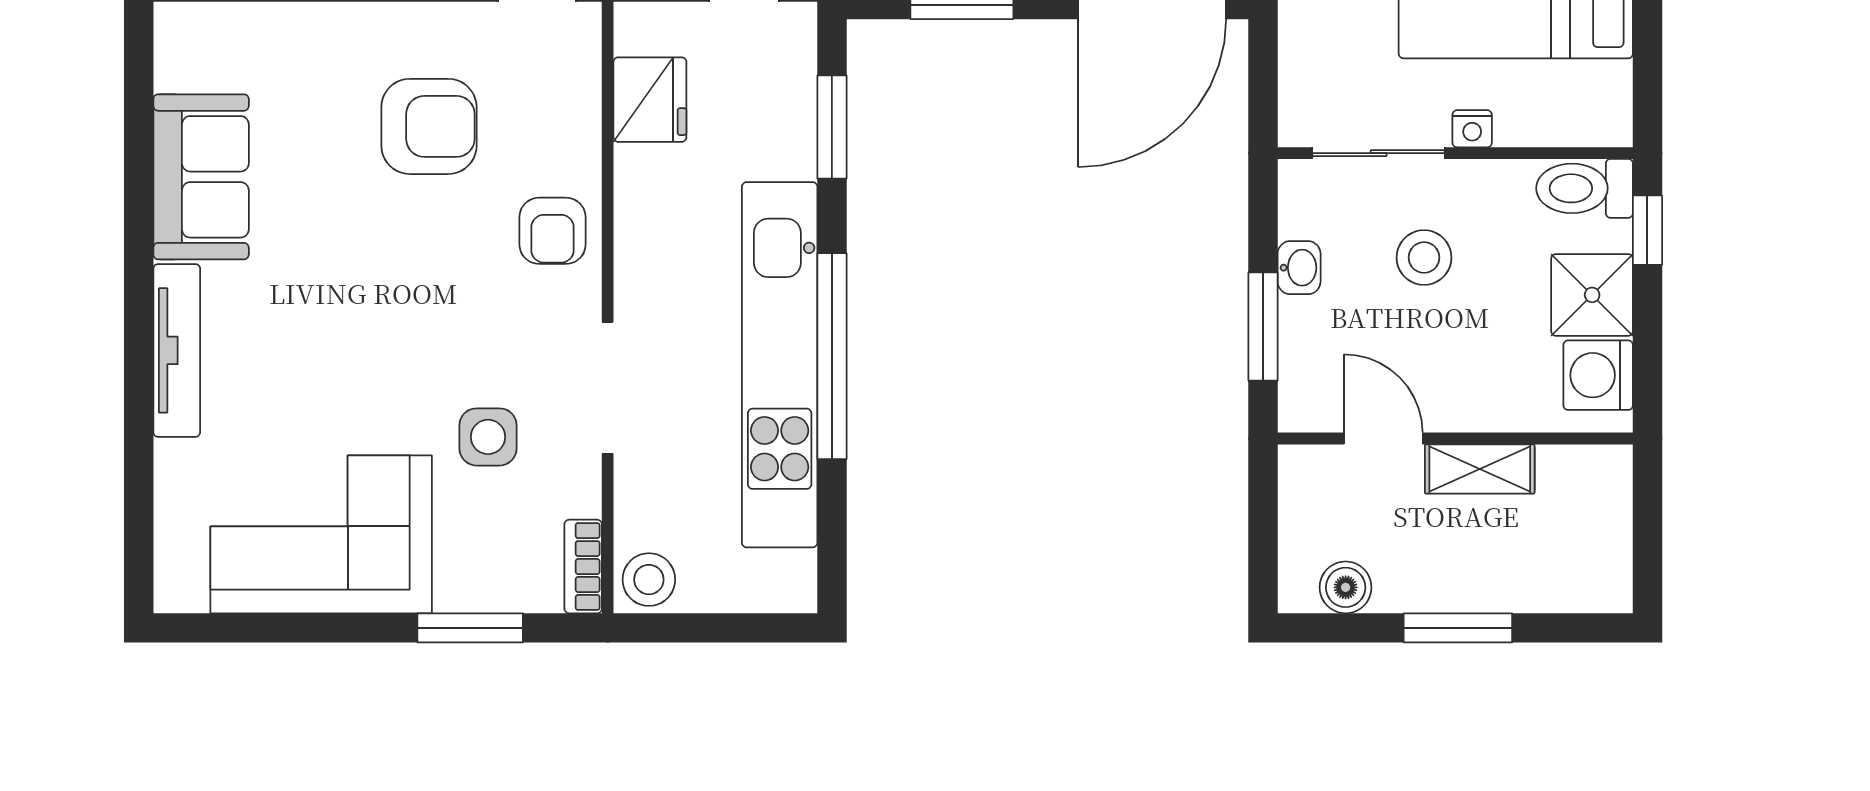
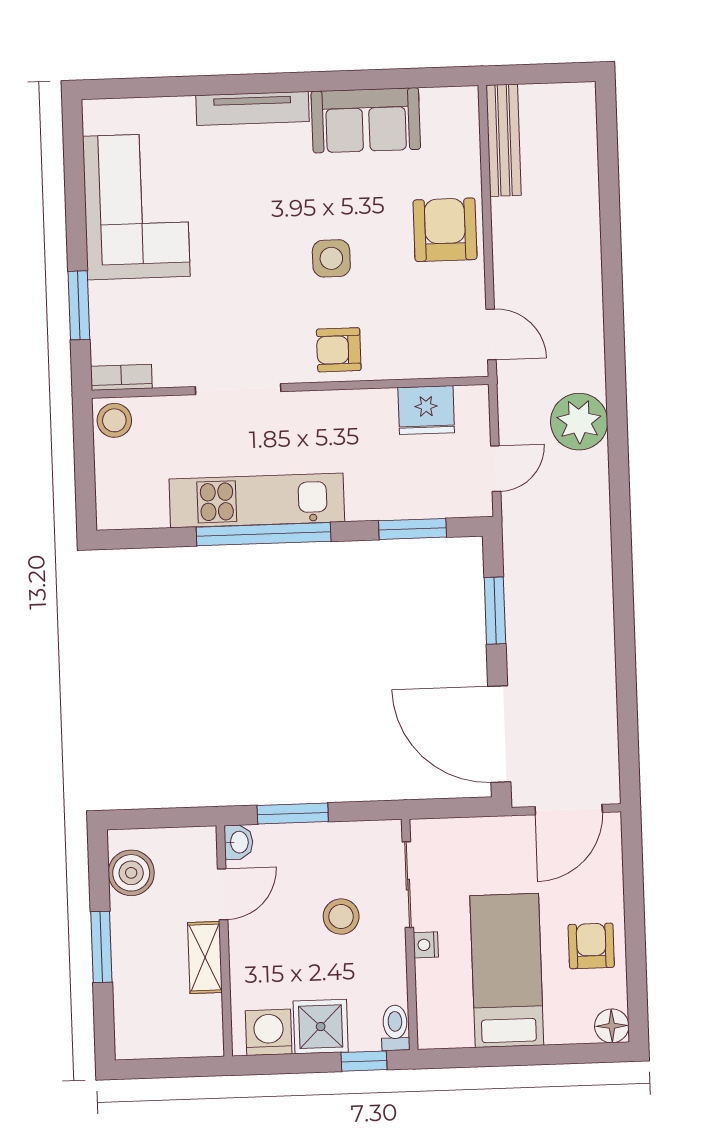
armchair: (429, 126) -> (445, 230), moved, turned 180
toilet: (1584, 188) -> (395, 1028), width x0.73, depth x0.72
washbasin: (1299, 268) -> (239, 842), moved, turned -90
kitchen unit: (780, 365) -> (257, 500), width x0.73
side table: (488, 437) -> (331, 258), moved
boiler: (1346, 587) -> (131, 873), width x1.36, depth x1.36

